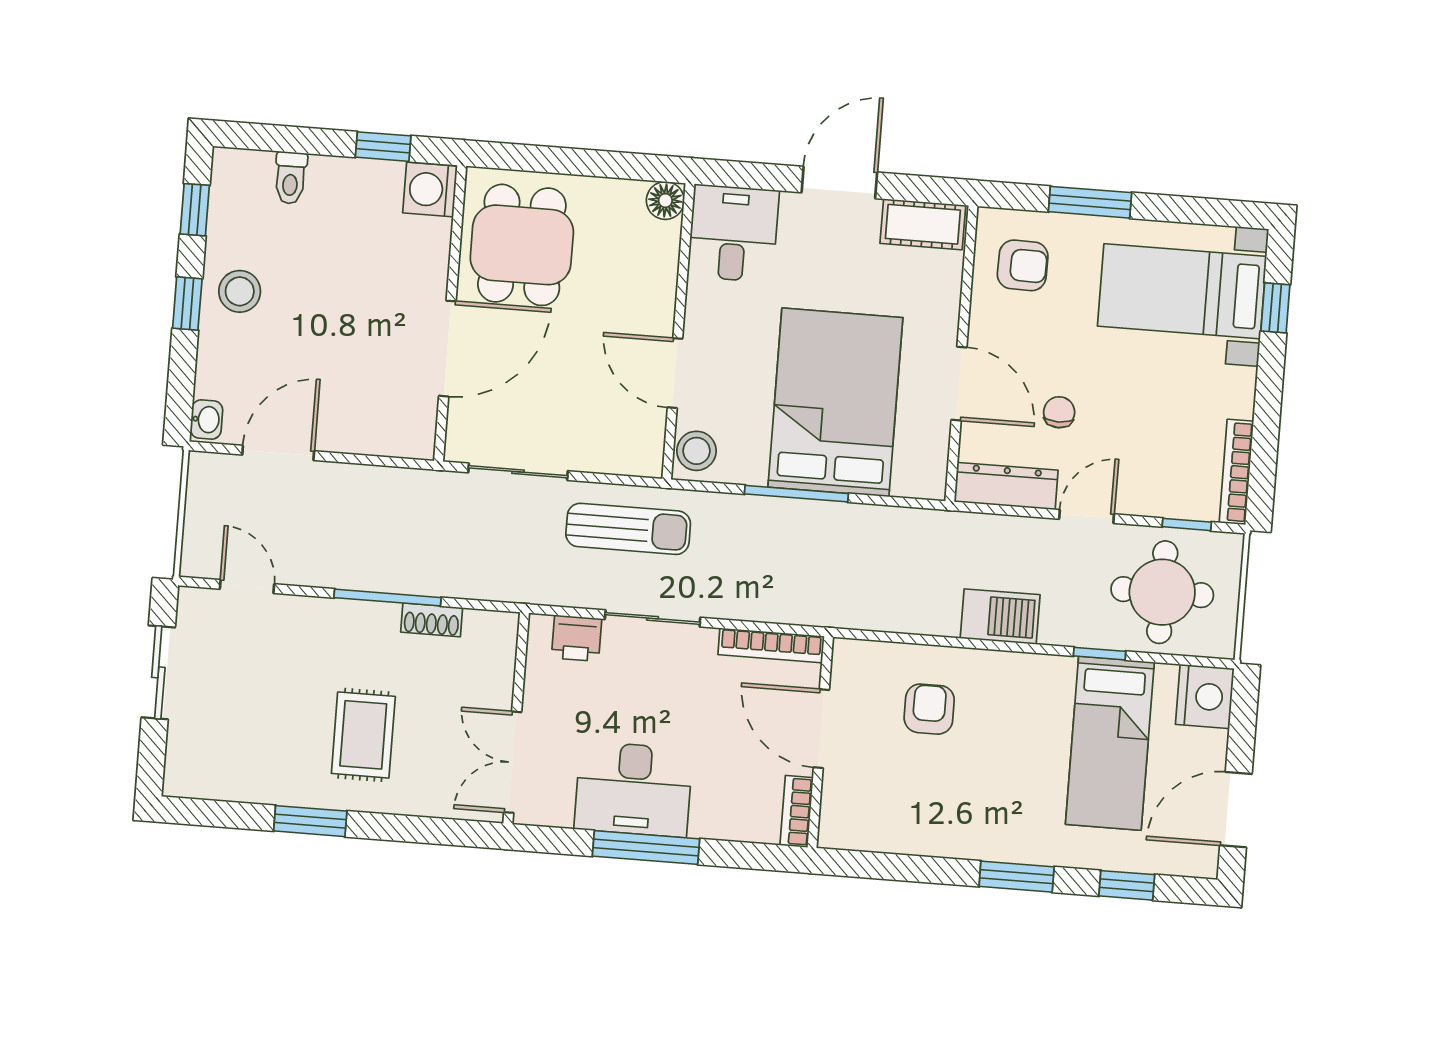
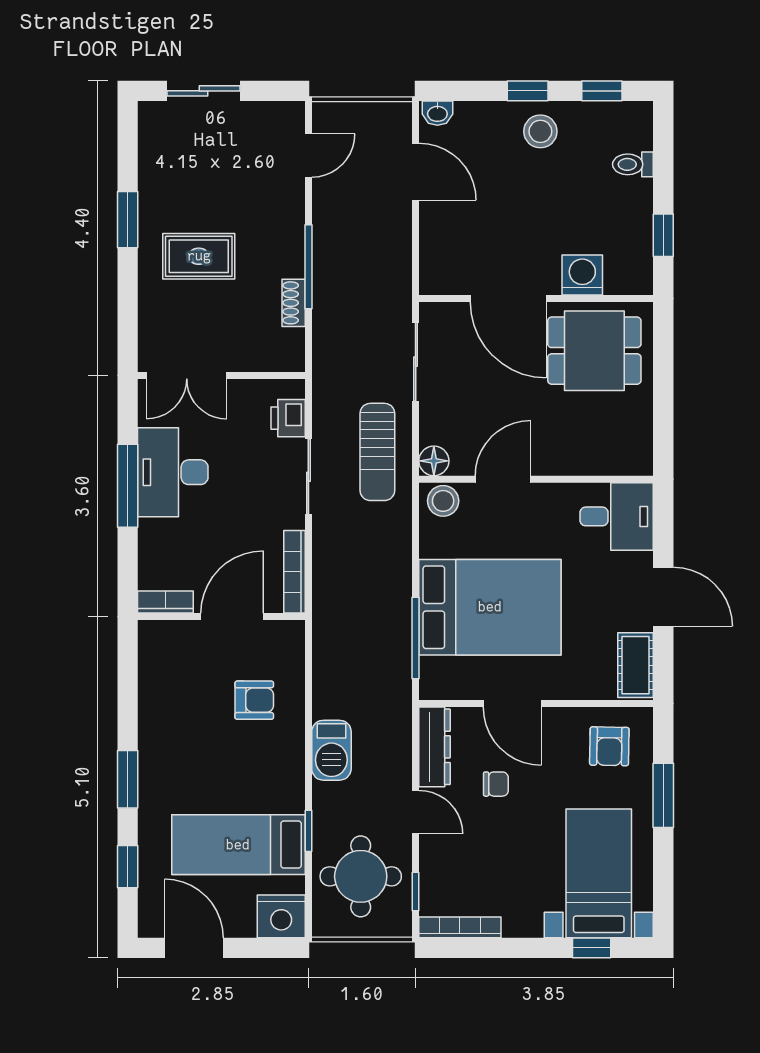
washing machine: (430, 189) -> (582, 275), moved
floor lamp: (665, 200) -> (434, 461), moved
door: (959, 384) -> (512, 703), hinge flipped
window: (796, 494) -> (416, 638), moved
sliding door: (158, 672) -> (204, 91), moved
double door: (513, 762) -> (187, 375), swing flipped

